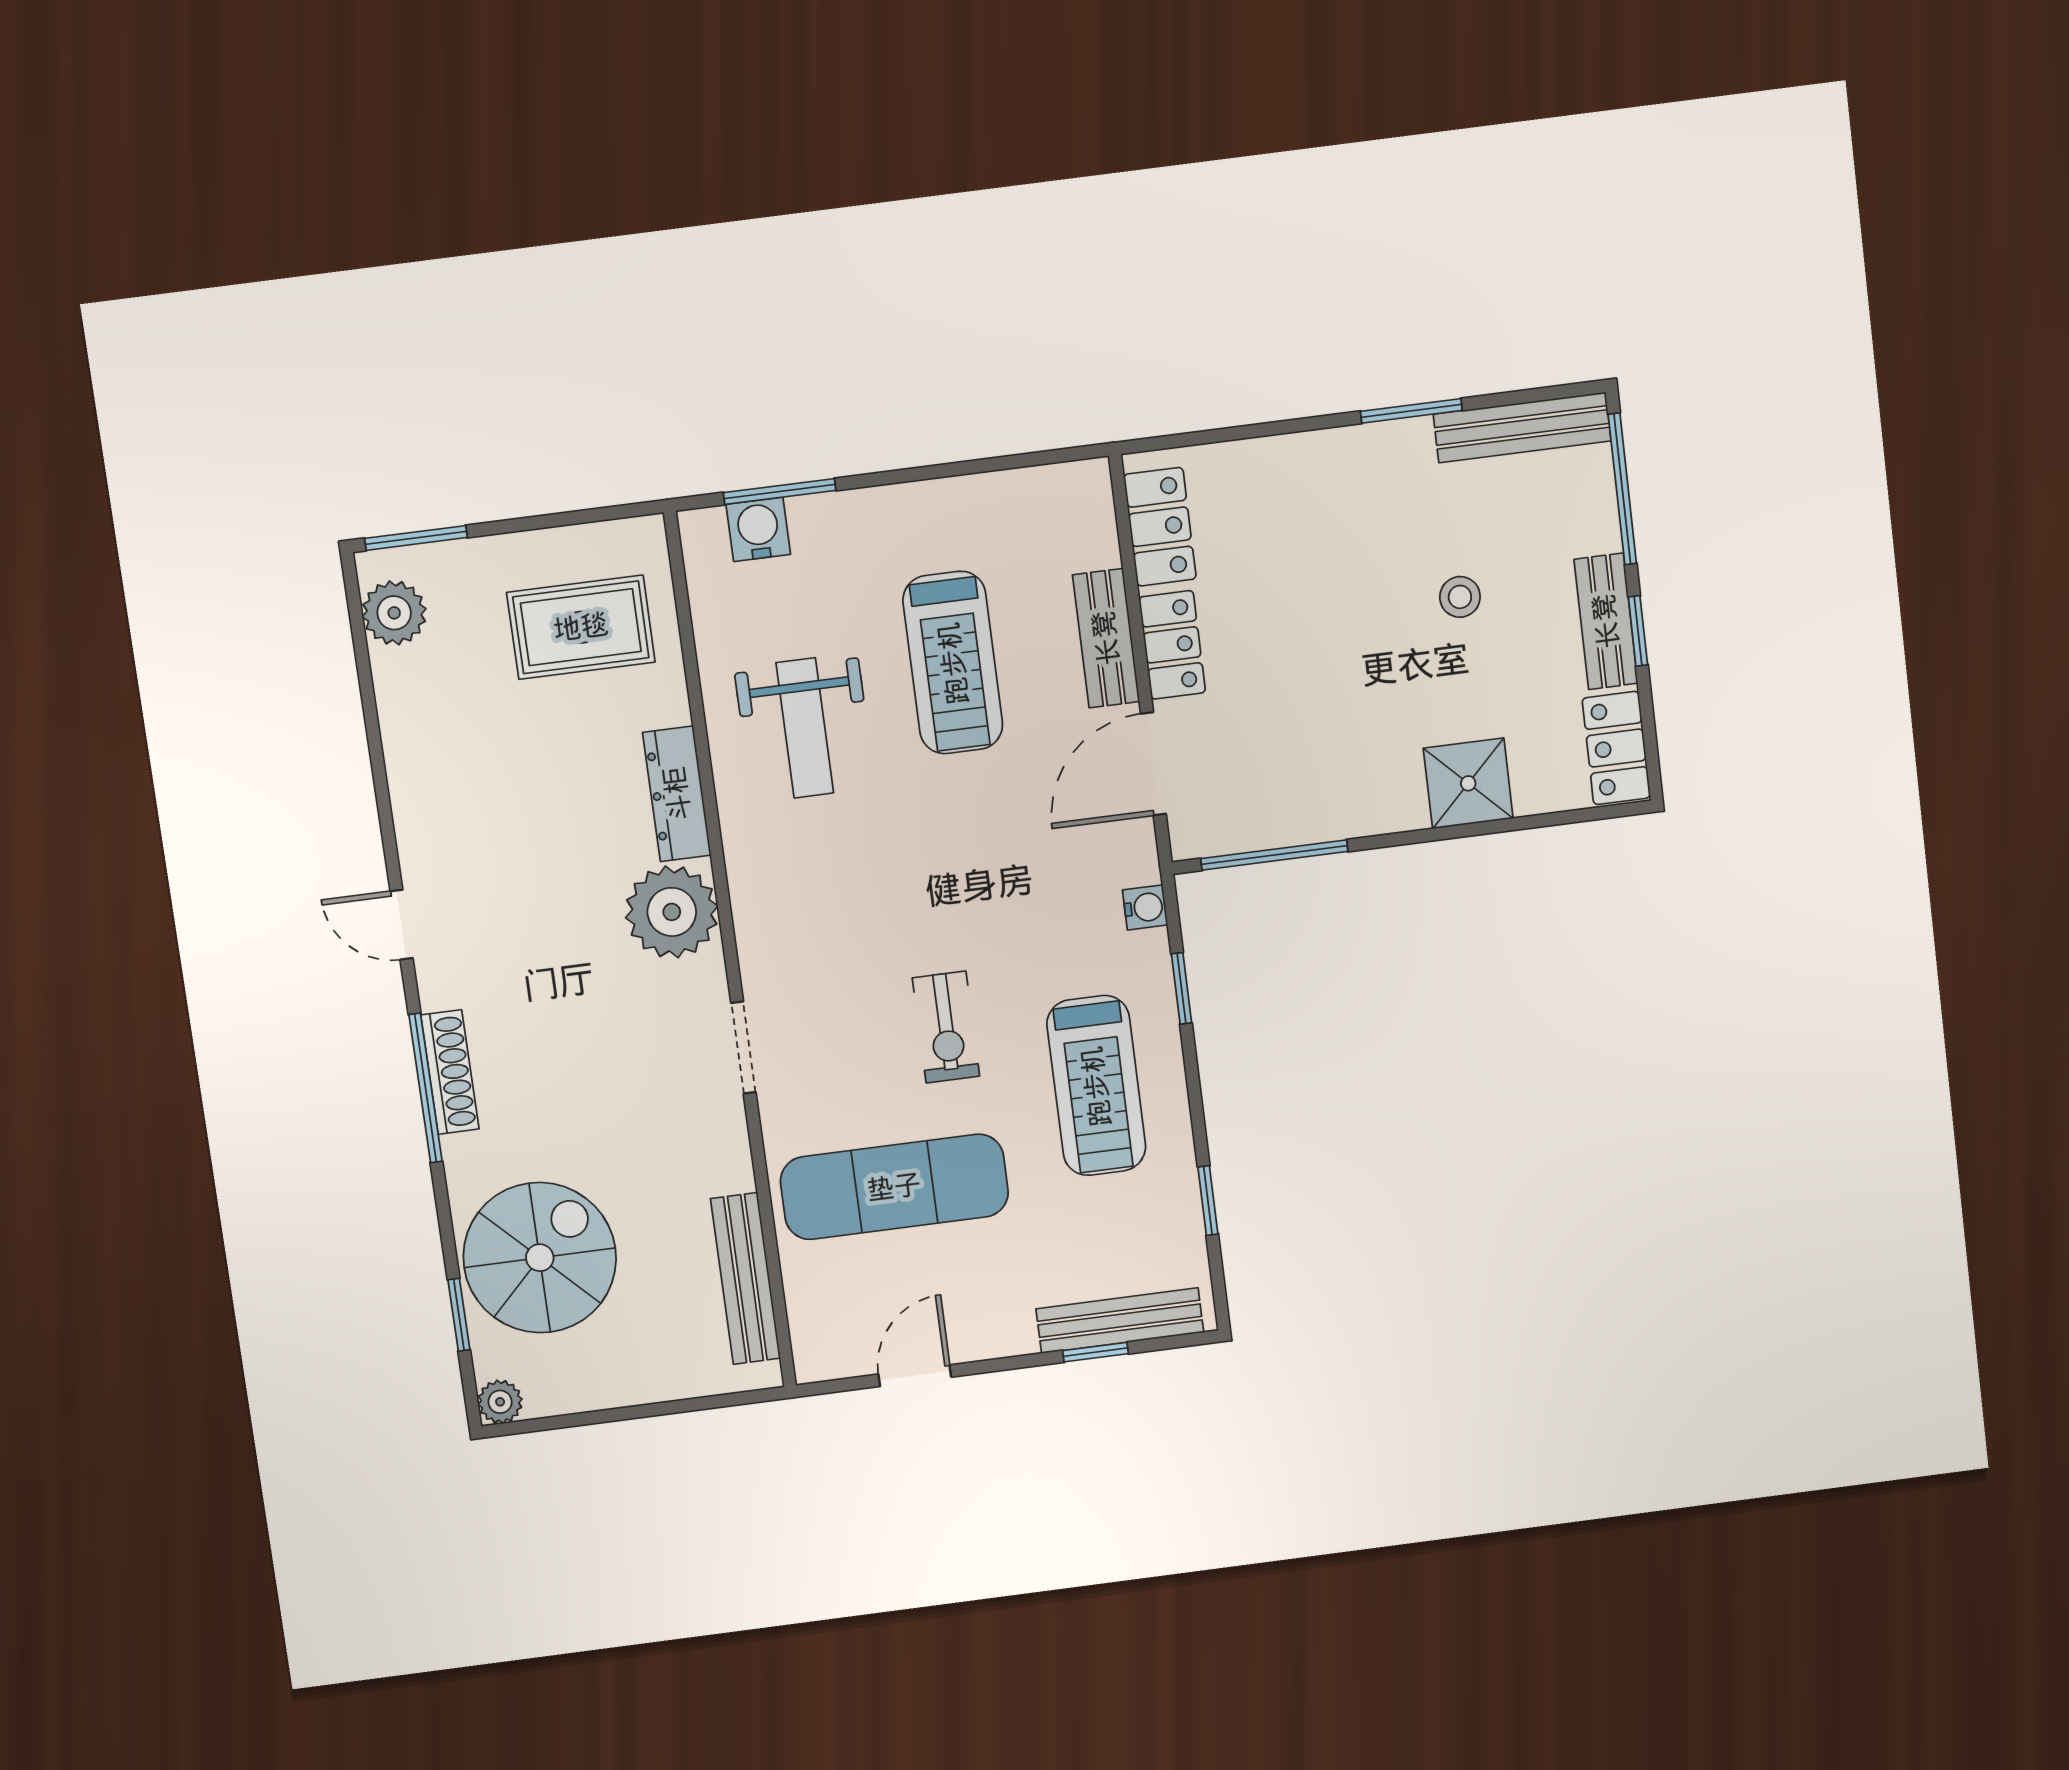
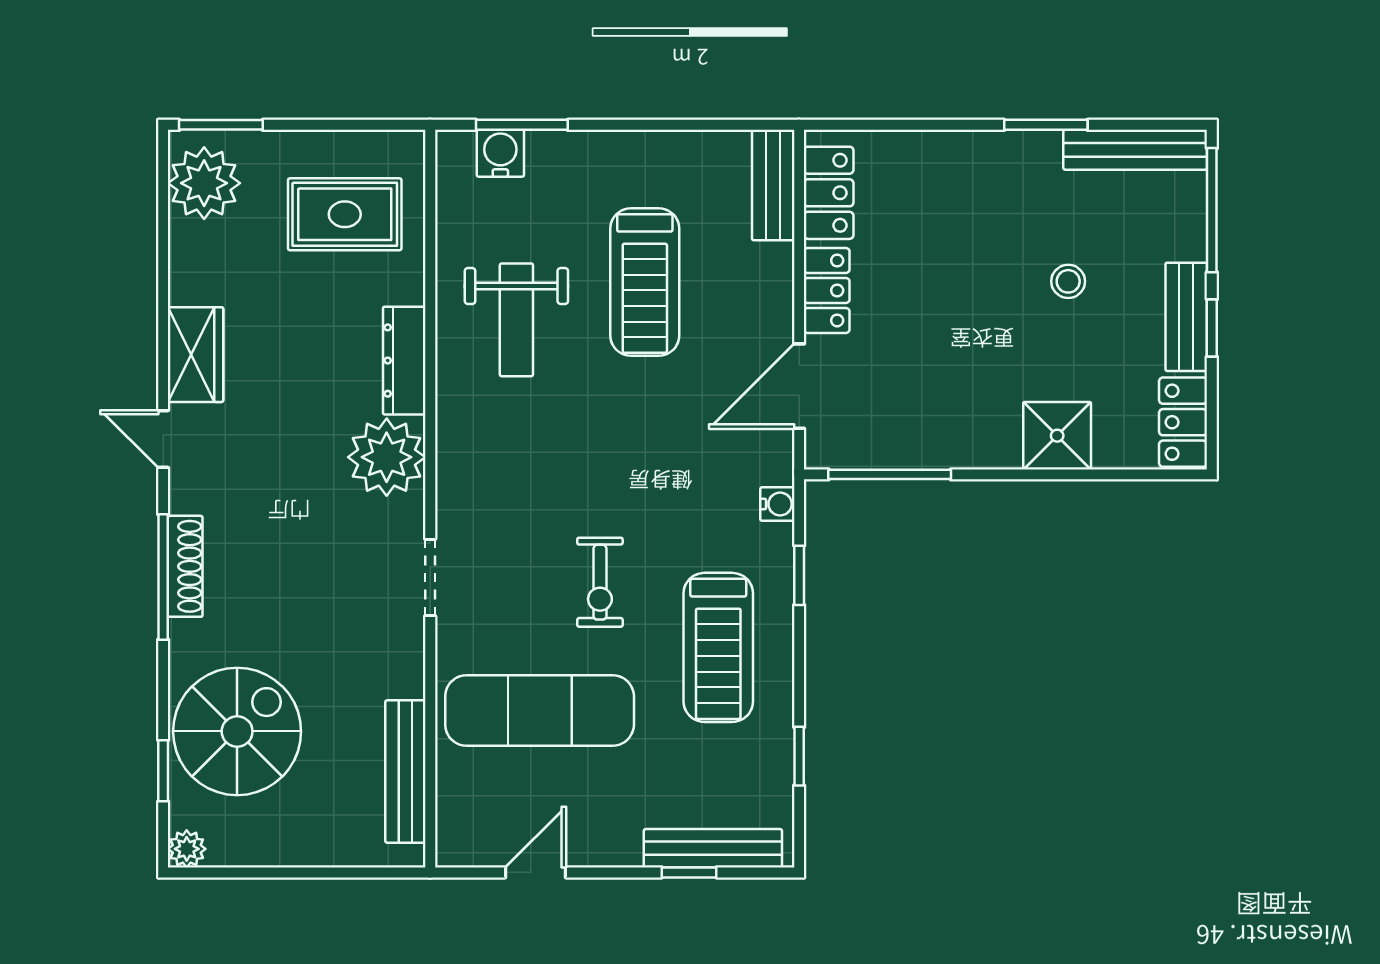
plant: (394, 613) -> (204, 183), width x1.36, depth x1.36
bench: (1106, 638) -> (773, 185), moved
wardrobe: (426, 819) -> (196, 355), added

